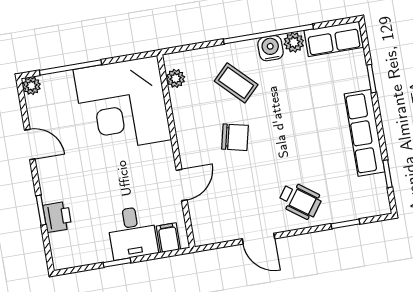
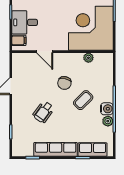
row of seats: (334, 39) -> (93, 150), moved, turned 90
plant: (176, 78) -> (88, 58), moved
coffee table: (236, 83) -> (83, 100), moved
wheelchair: (300, 201) -> (43, 112), moved

